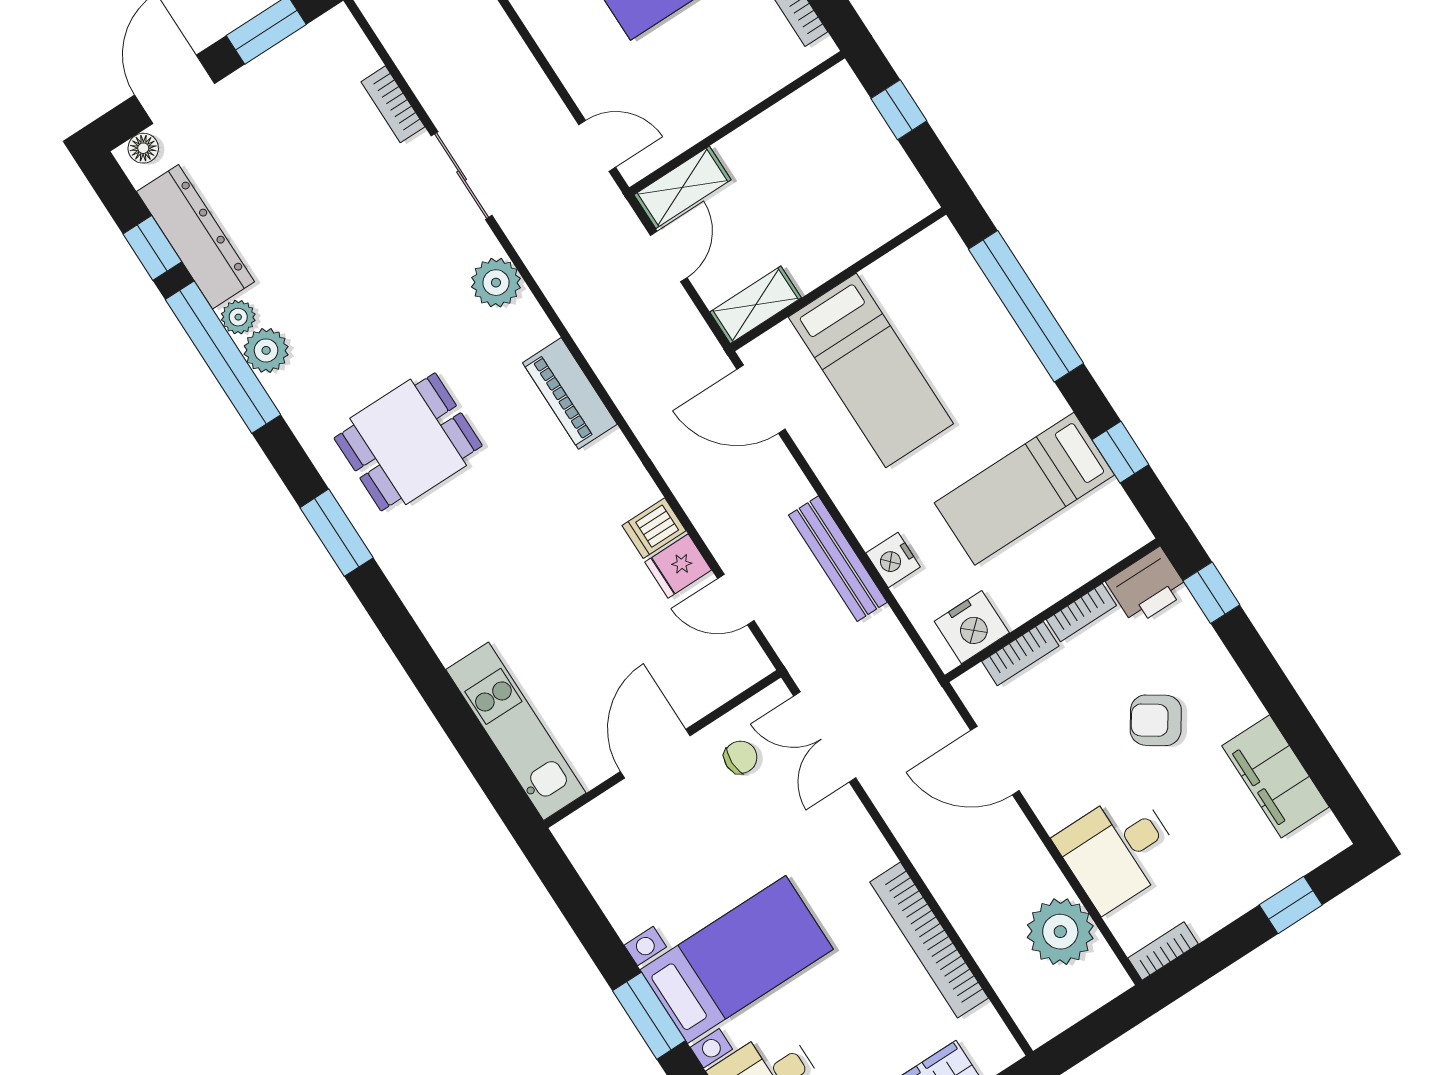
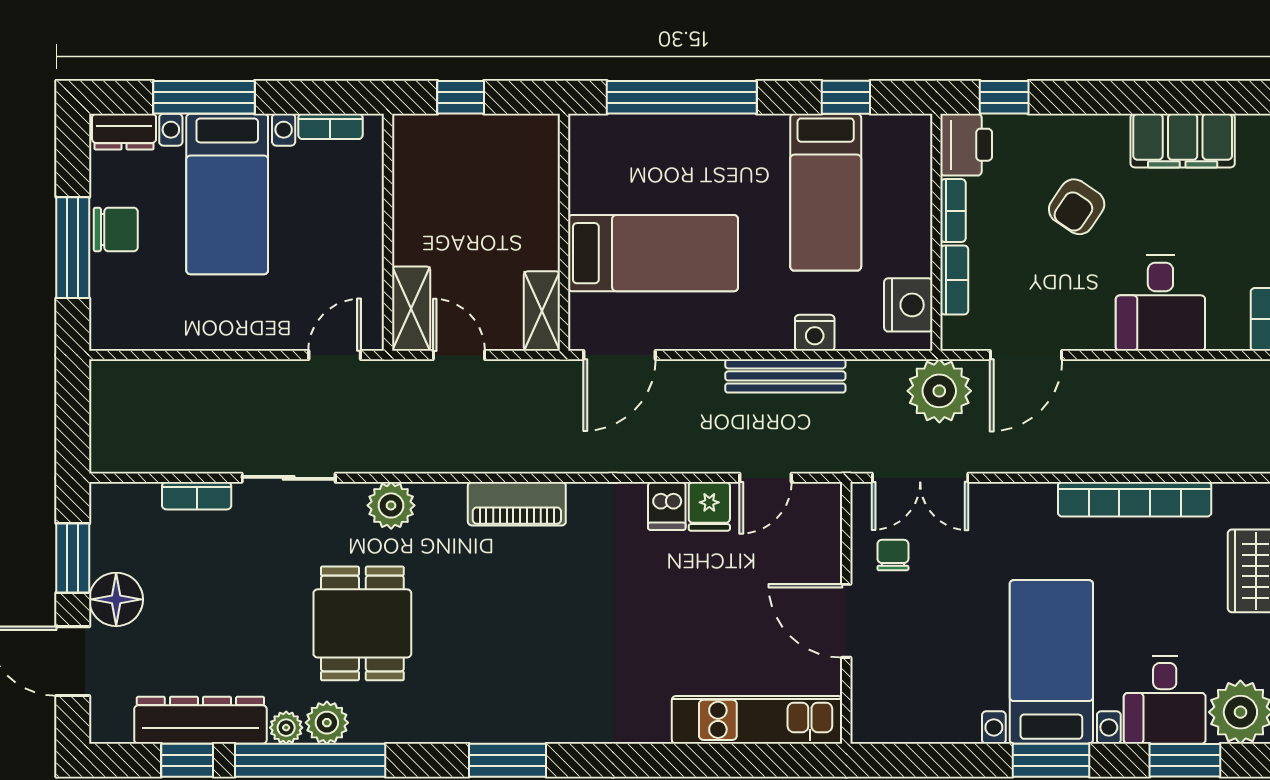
floor lamp: (143, 148) -> (116, 599), moved, width x1.89, depth x1.89
dining table: (408, 442) -> (362, 623), moved
plant: (1060, 932) -> (939, 391), moved

